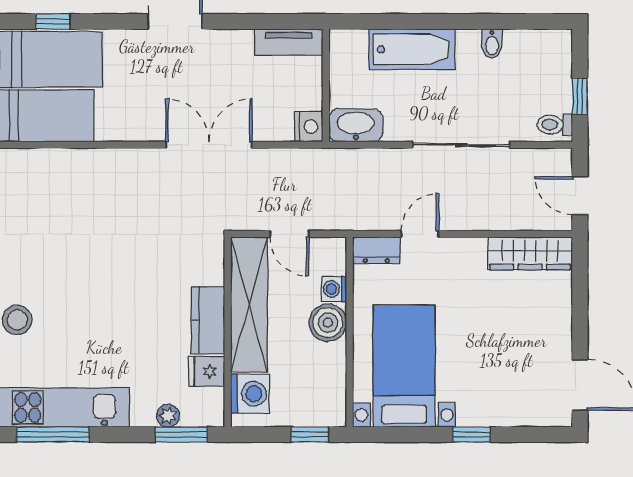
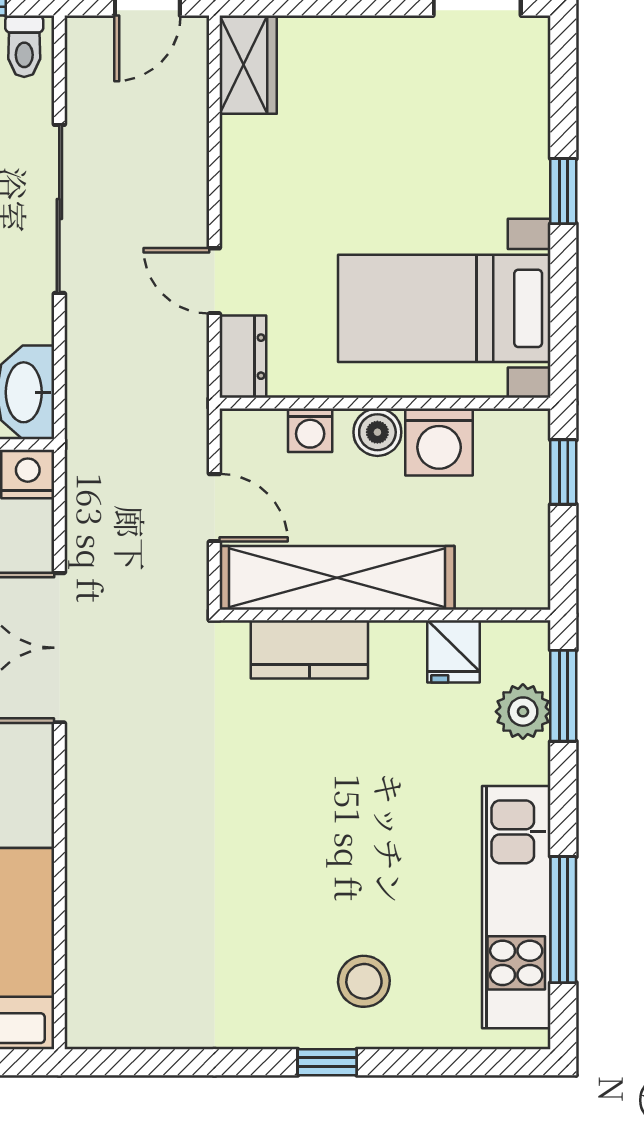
door: (289, 234) -> (214, 508), hinge flipped
wardrobe: (530, 253) -> (248, 65), width x0.67
kitchen counter: (208, 320) -> (309, 649), moved
boiler: (328, 323) -> (377, 432), width x0.73, depth x0.73
washing machine: (250, 394) -> (439, 442), moved, turned 180
plant: (168, 416) -> (523, 712), width x1.38, depth x1.38

